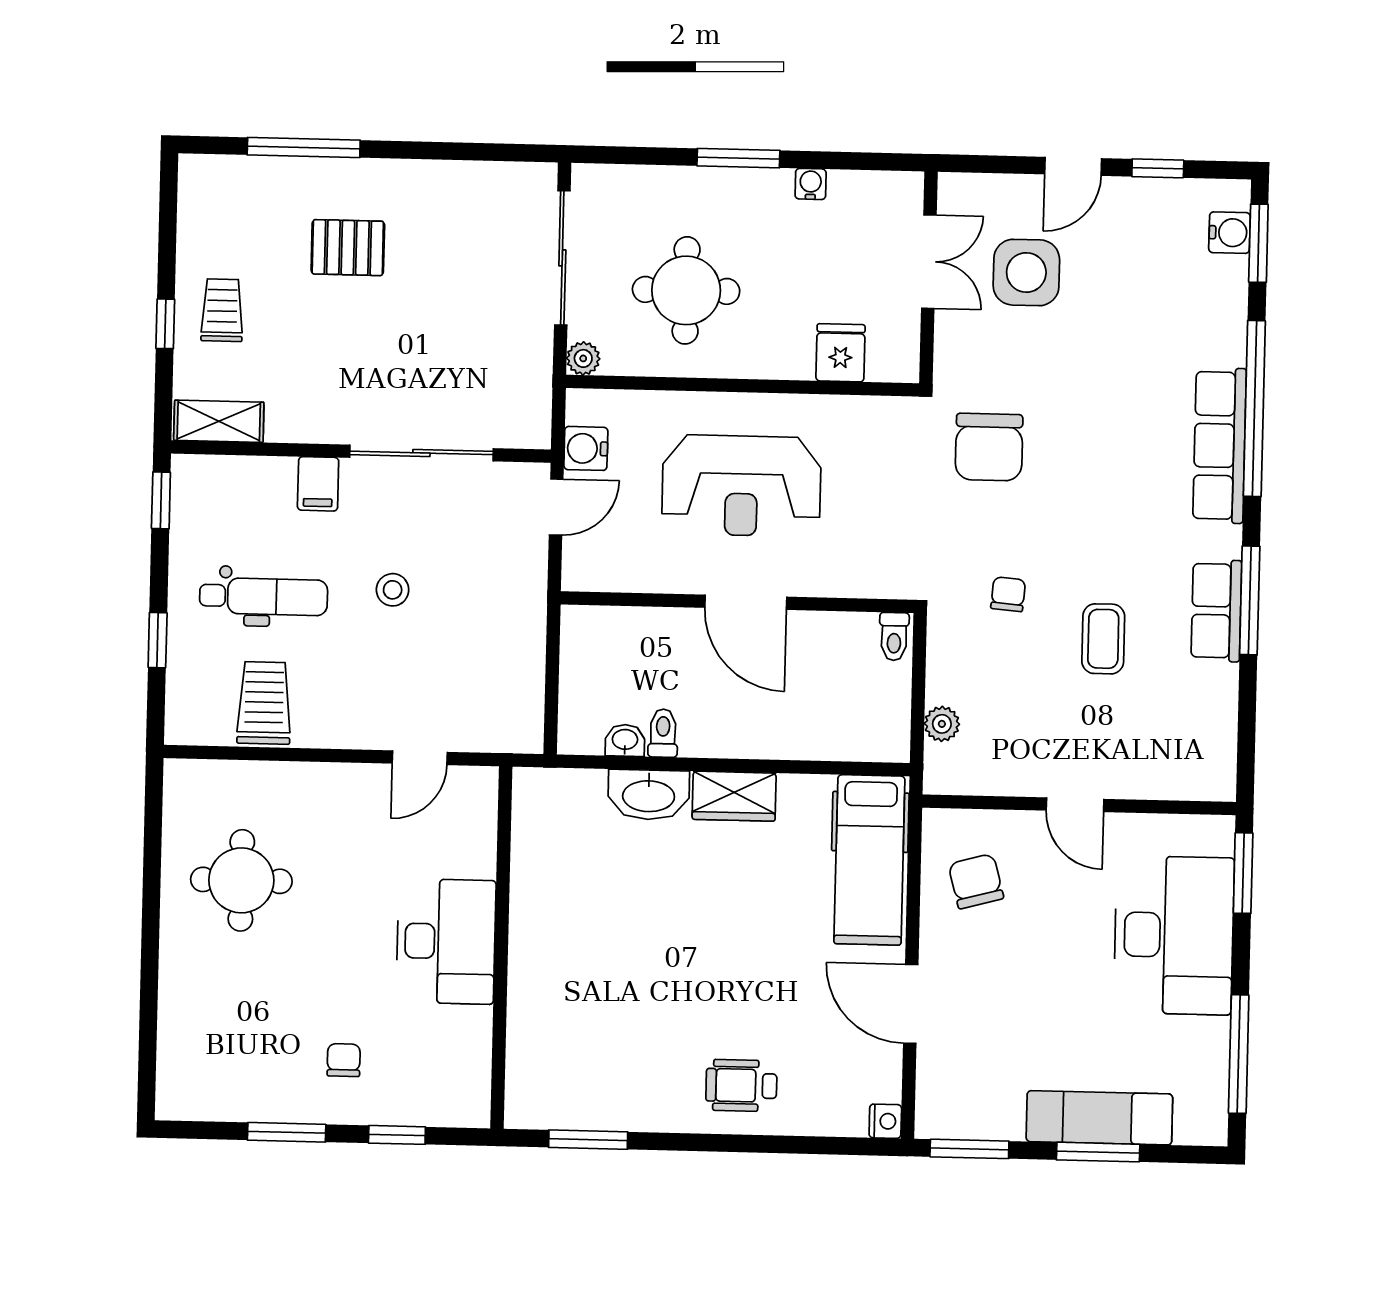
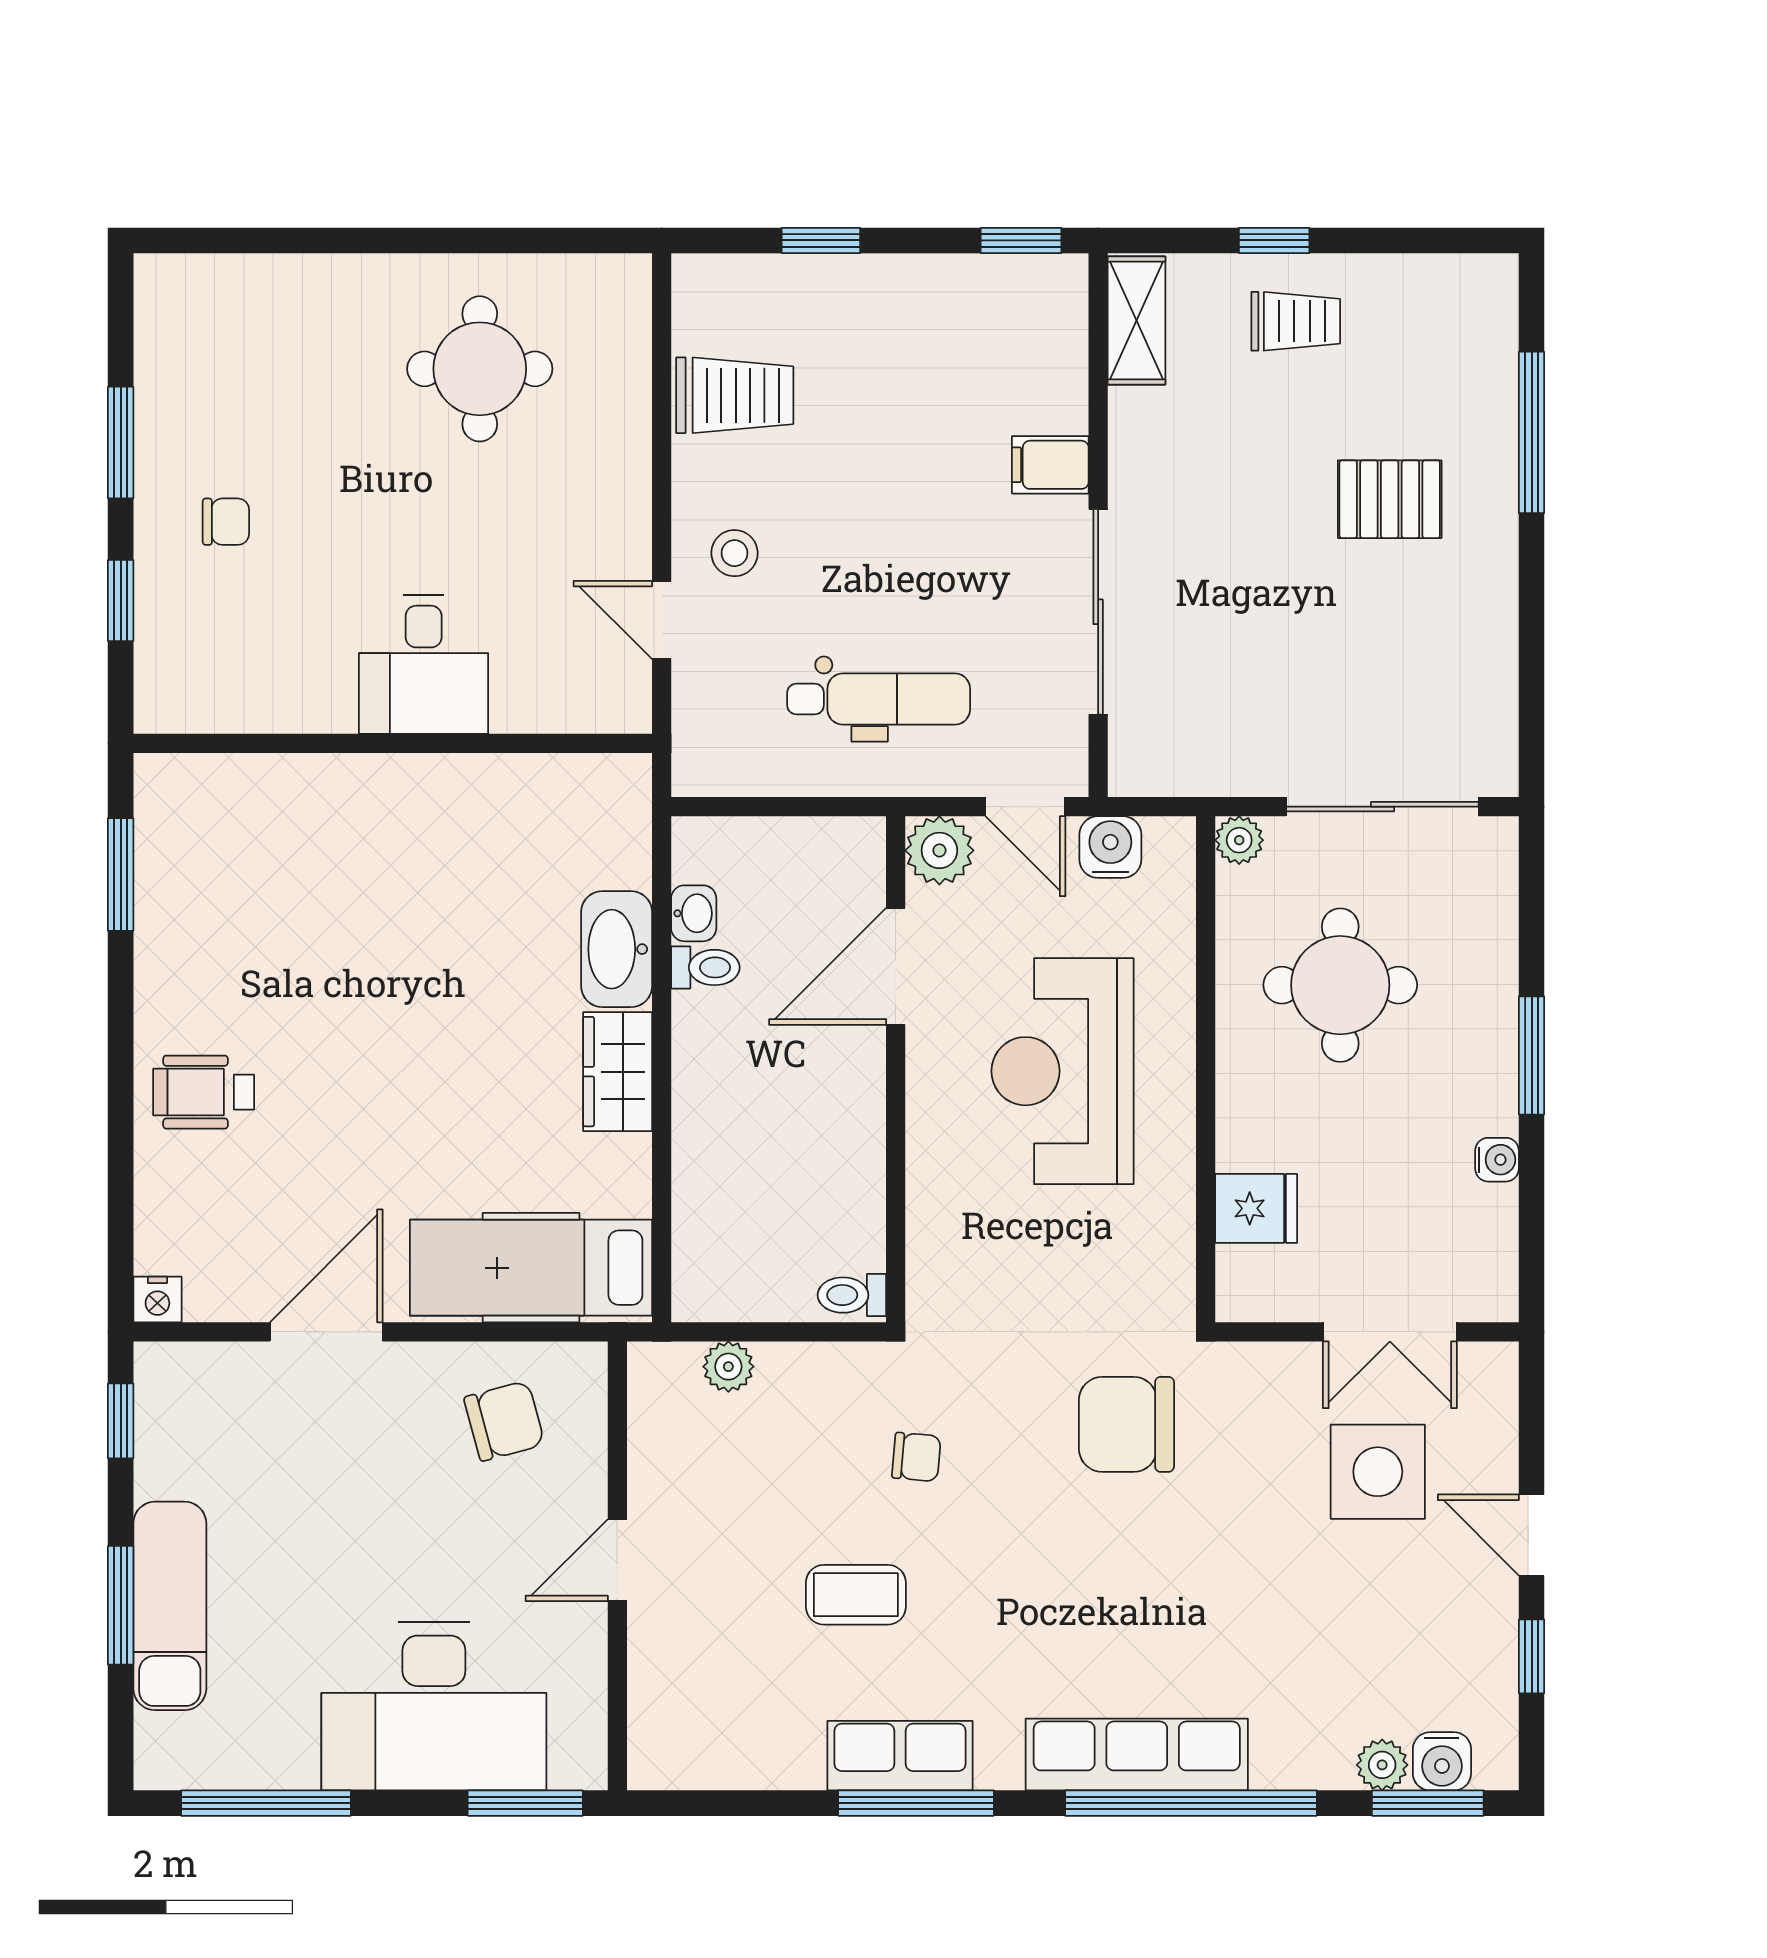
pallet: (348, 248) -> (1390, 499), turned 90
plant: (1231, 274) -> (1382, 1765), added
plant: (585, 568) -> (939, 850), added
stool: (393, 590) -> (734, 553), moved
dental chair: (264, 597) -> (879, 699), moved, turned -90
door: (746, 602) -> (896, 966), moved
desk: (446, 941) -> (424, 664), width x0.73
wheelchair: (741, 1085) -> (204, 1092), turned -90
window: (969, 1149) -> (121, 1421), width x0.67

